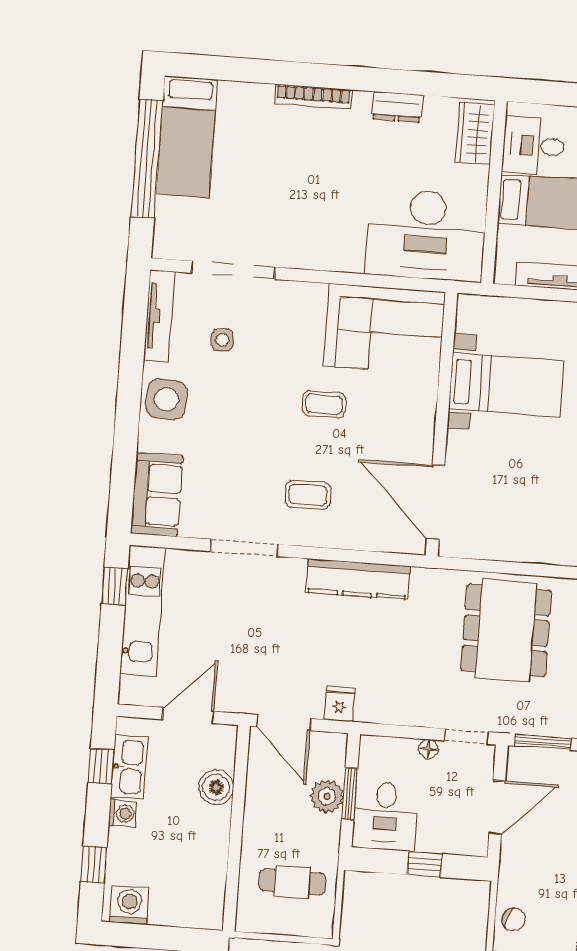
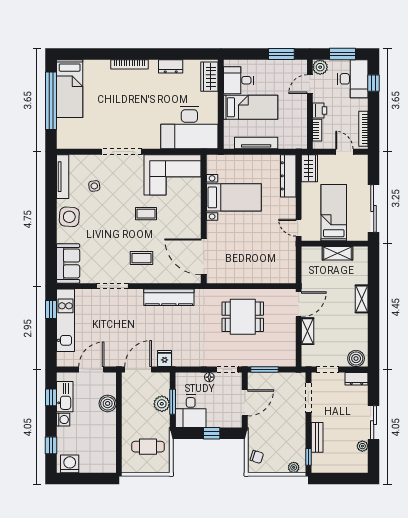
doorway: (233, 270) -> (121, 152), moved
dining table: (506, 630) -> (243, 317), width x0.73
door: (284, 723) -> (138, 370), swing flipped

